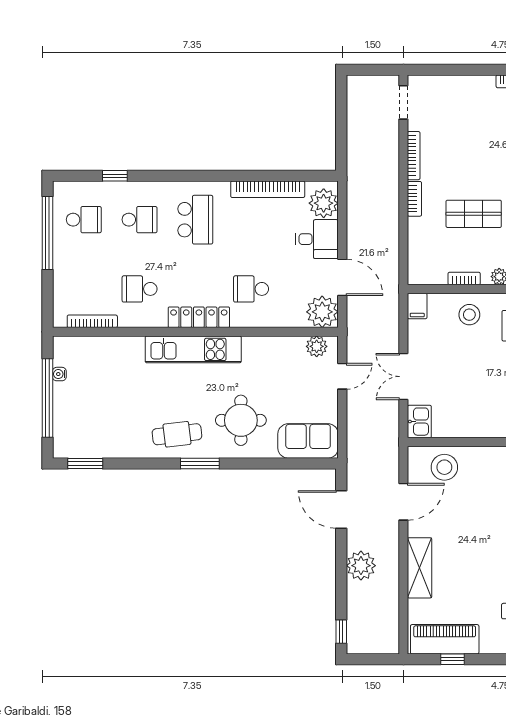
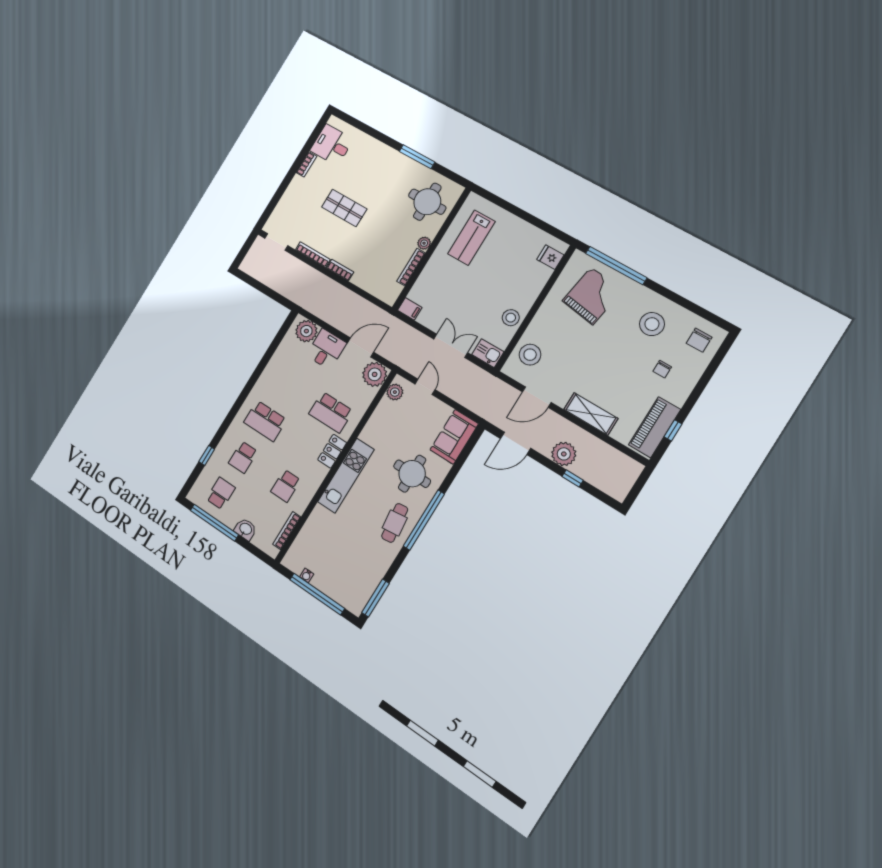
bookcase: (268, 189) -> (276, 362), removed
shop shelf: (474, 214) -> (344, 208), moved, turned 90
school desk: (140, 220) -> (243, 457), turned 180
school desk: (195, 220) -> (265, 421), turned 180
washbasin: (63, 274) -> (245, 529), added
bookcase: (464, 279) -> (411, 267), width x1.56
school desk: (251, 289) -> (331, 412), width x1.85
stool: (469, 315) -> (511, 318), moved
locker: (199, 317) -> (332, 451), width x0.66
double door: (403, 377) -> (451, 346), swing flipped
window: (85, 463) -> (376, 598), width x1.44
window: (200, 463) -> (424, 520), width x2.11
door: (403, 502) -> (537, 397), swing flipped
window: (341, 632) -> (573, 478), moved

